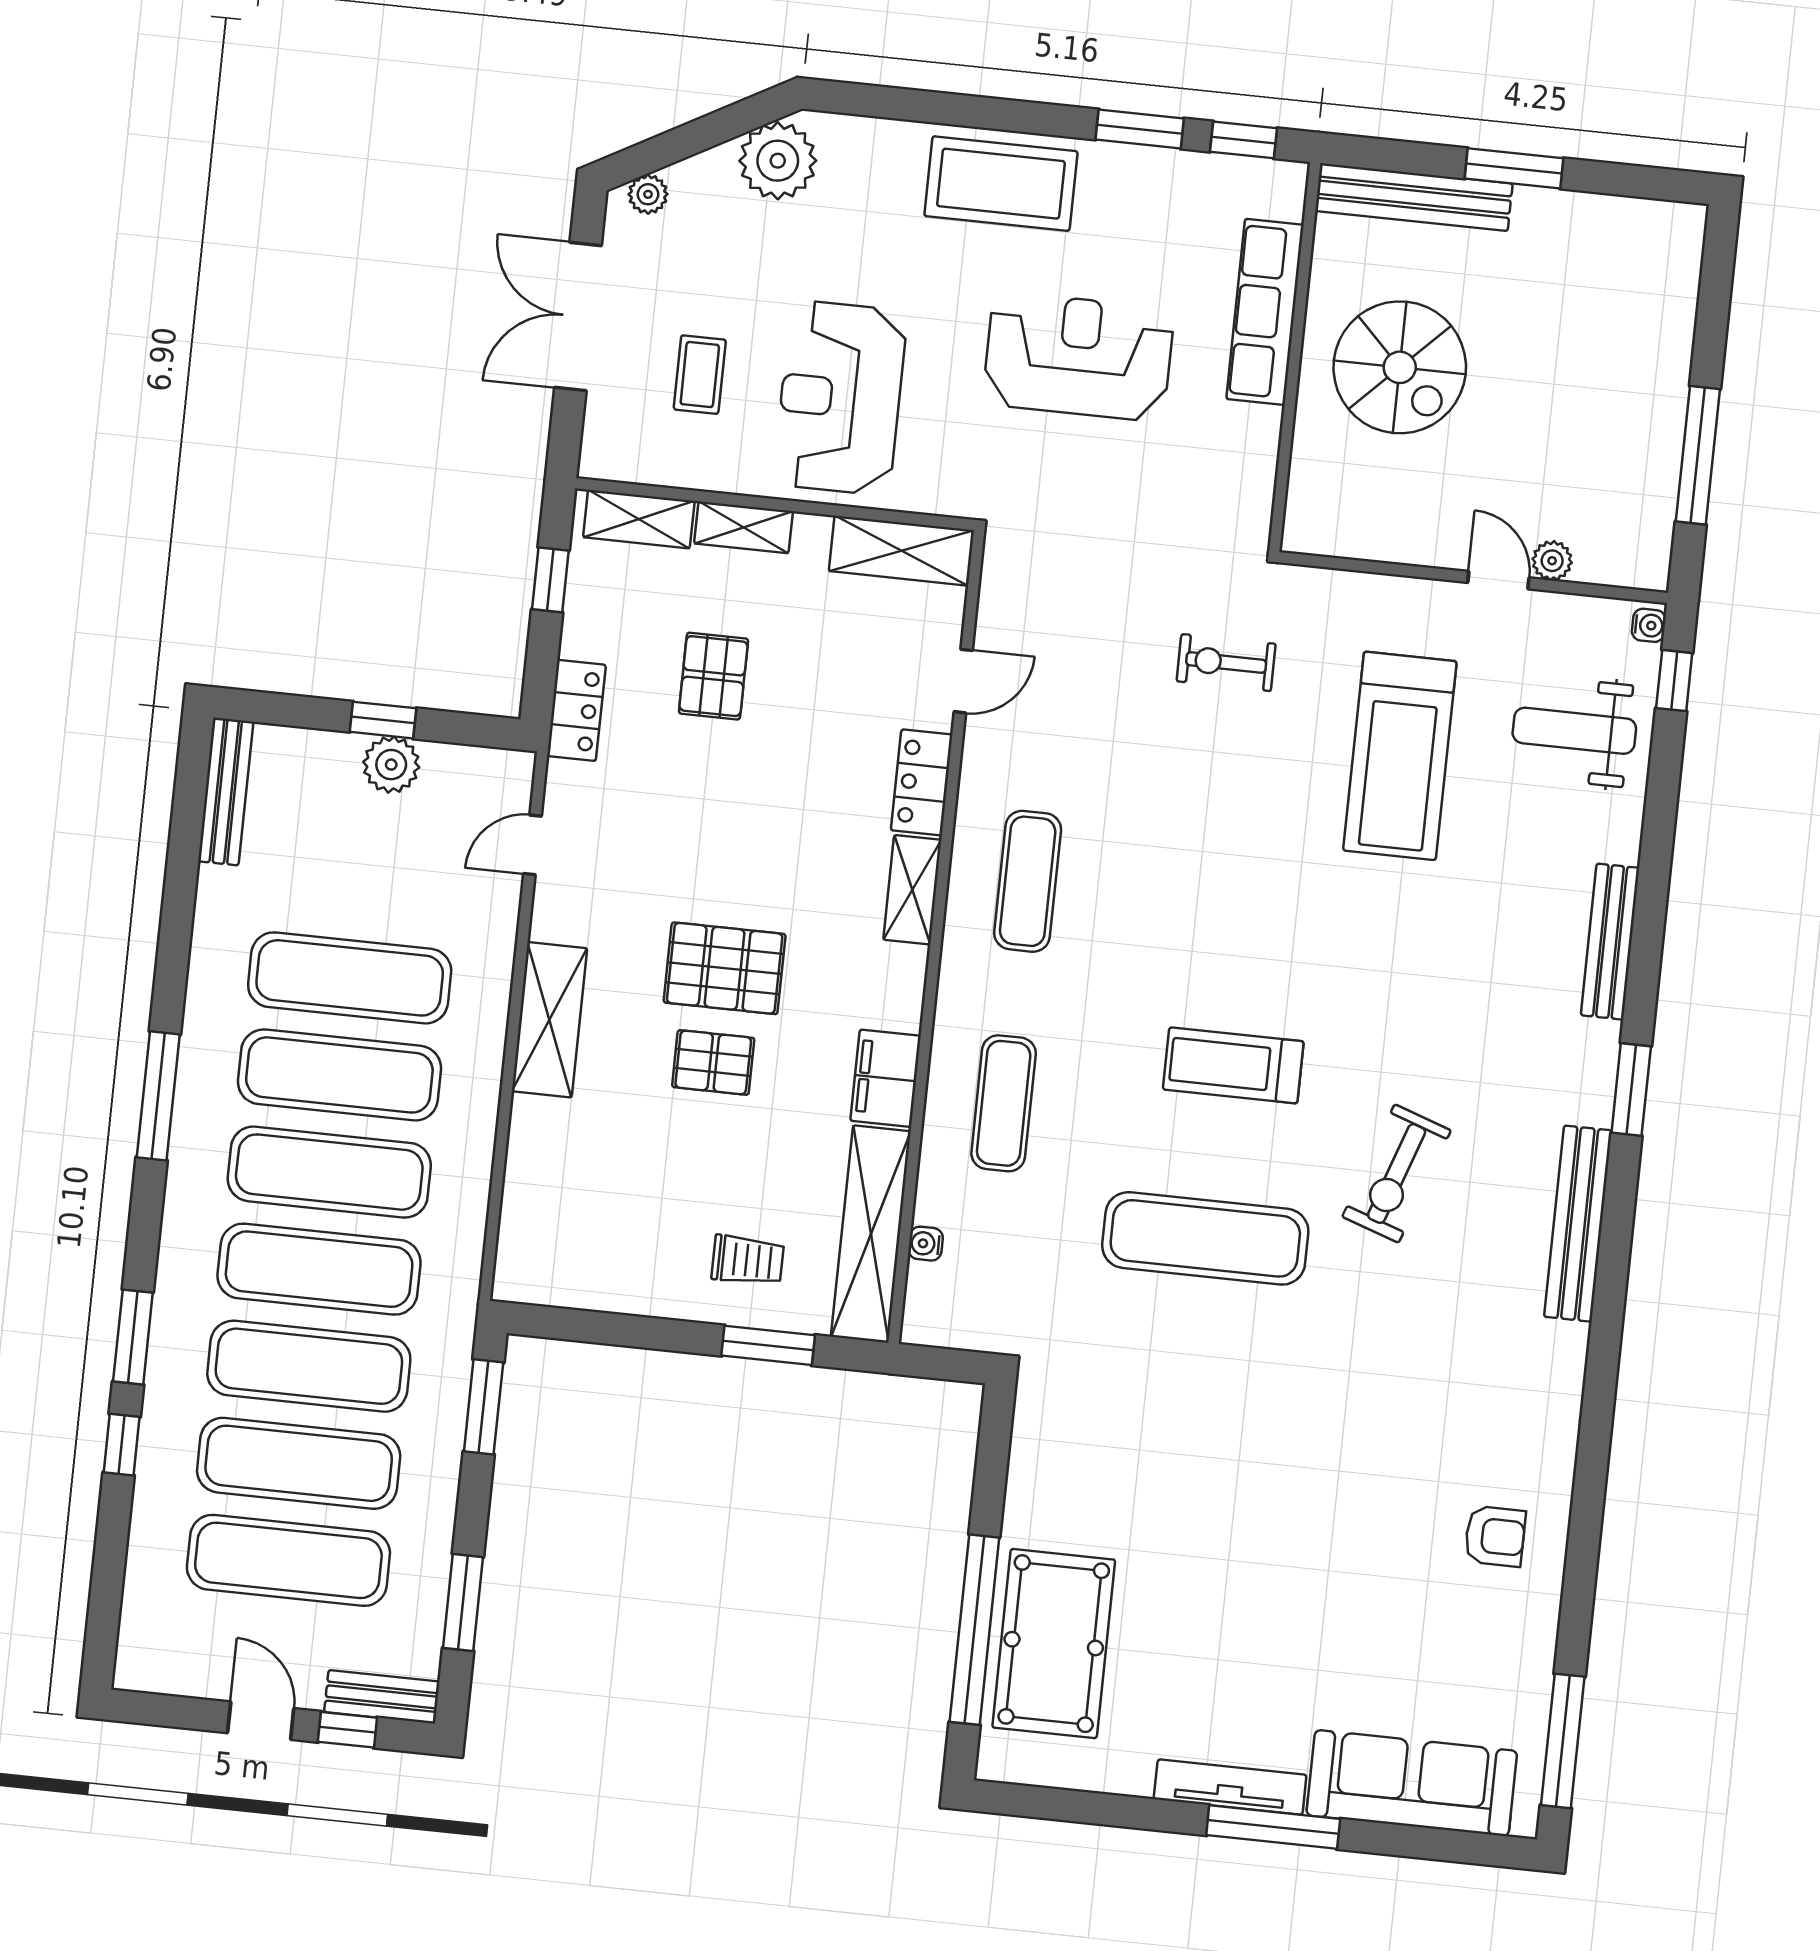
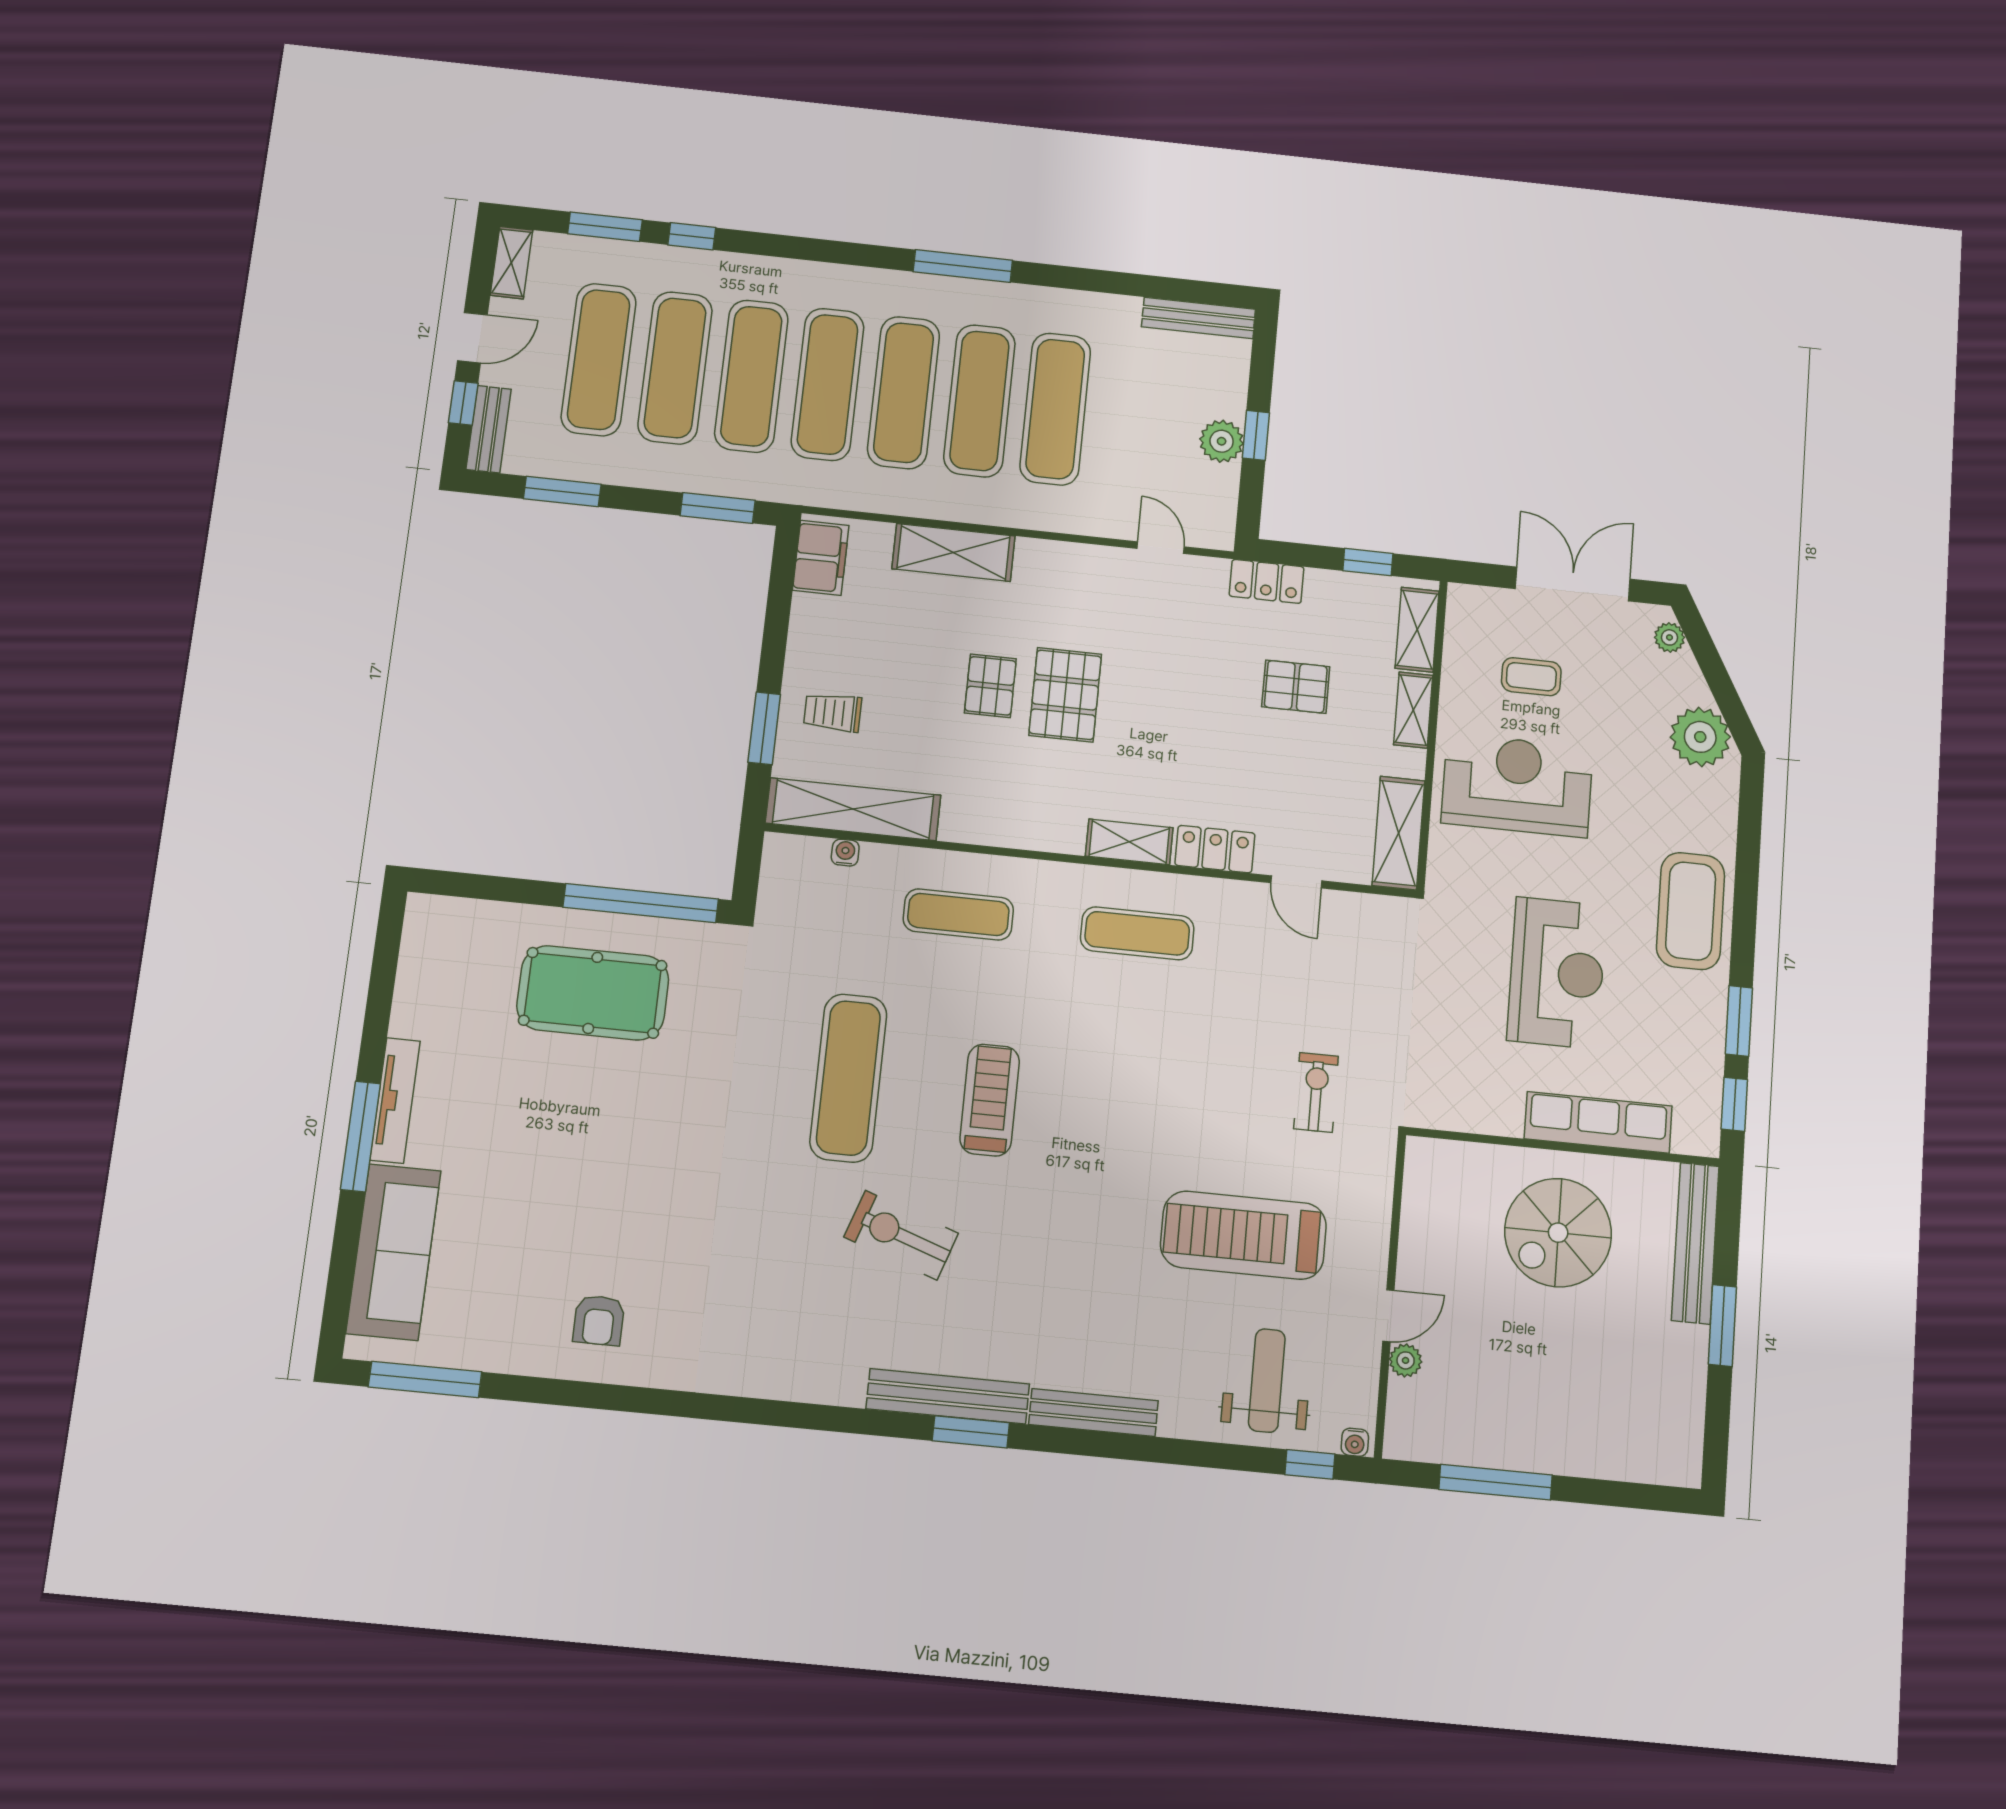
shelving: (549, 1020) -> (953, 552), moved
filing cabinet: (886, 1078) -> (821, 558), moved, turned 90
bench: (1578, 1224) -> (948, 1396), moved
trolley: (748, 1260) -> (833, 712), turned 90
window: (133, 1337) -> (605, 227), moved
window: (974, 1630) -> (641, 903), moved
pool table: (1054, 1644) -> (593, 993), moved
shelving: (160, 1674) -> (511, 263), added

